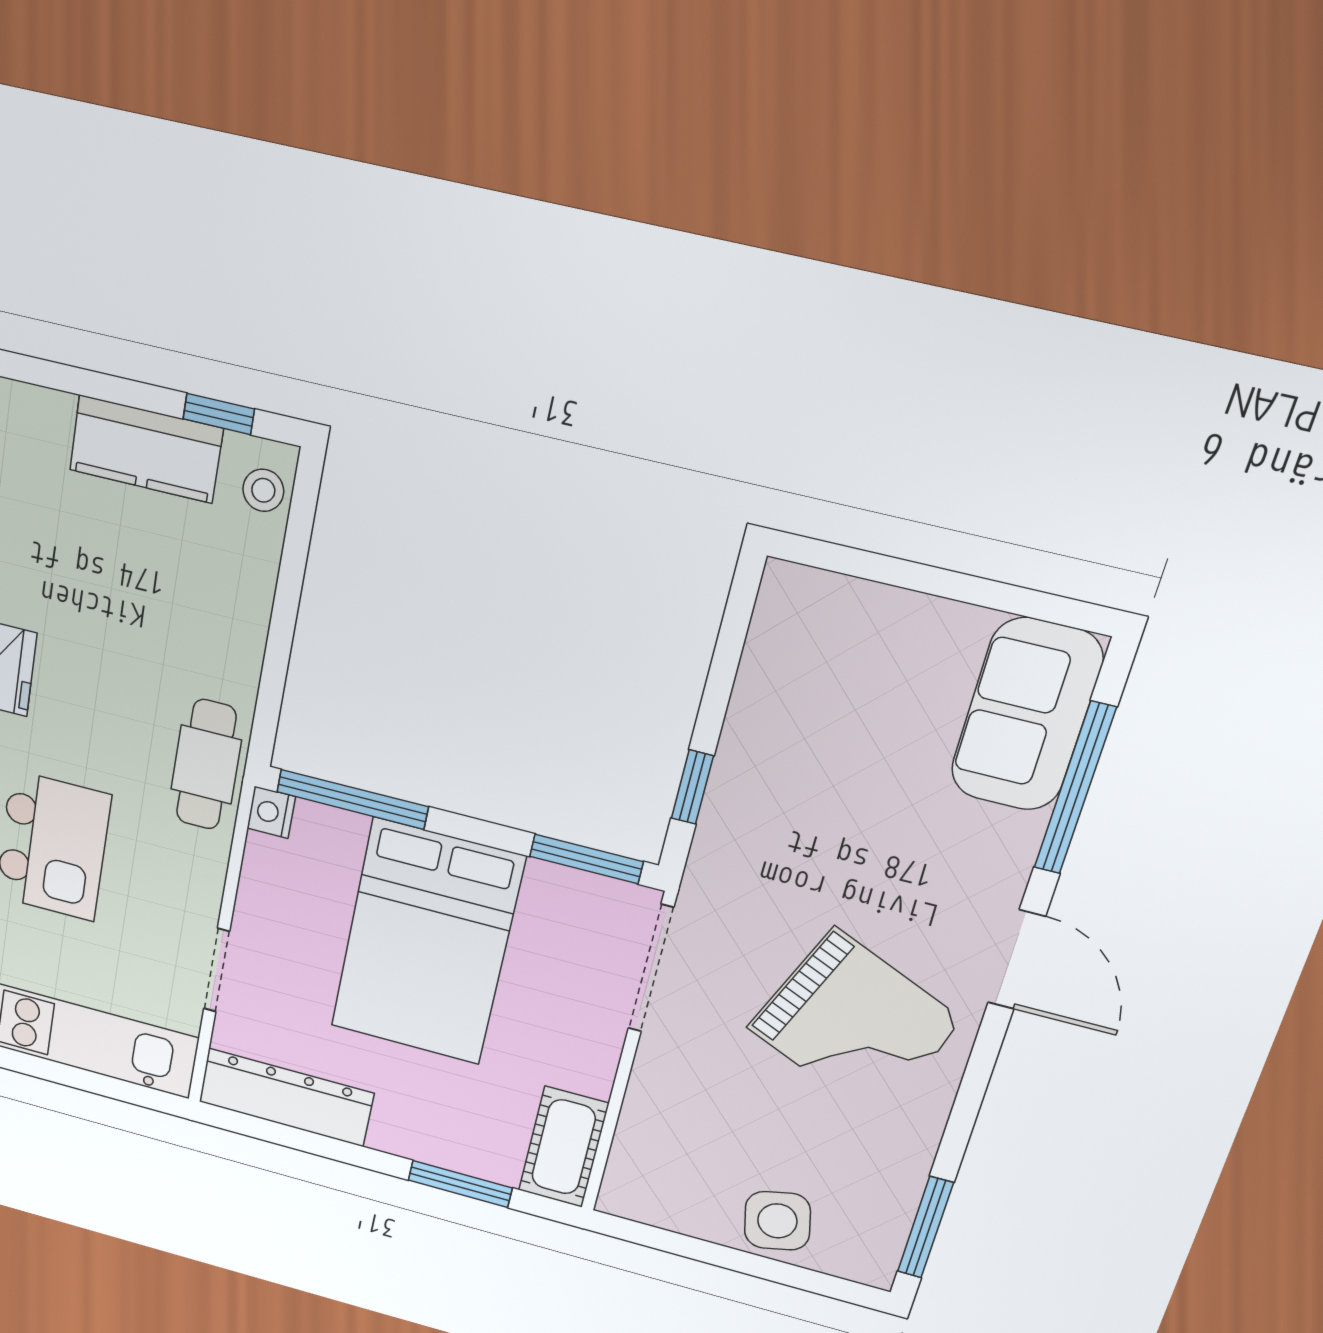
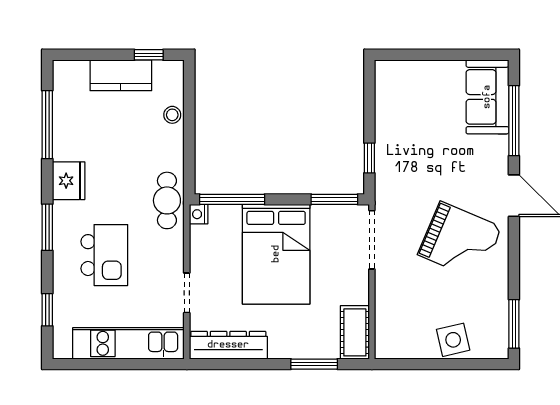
stool: (263, 490) -> (172, 115), moved

